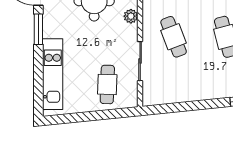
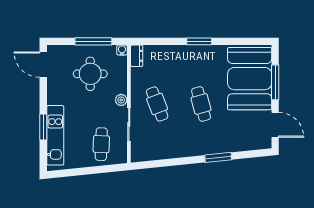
plant: (131, 16) -> (121, 100), moved
window: (38, 29) -> (43, 127), moved

